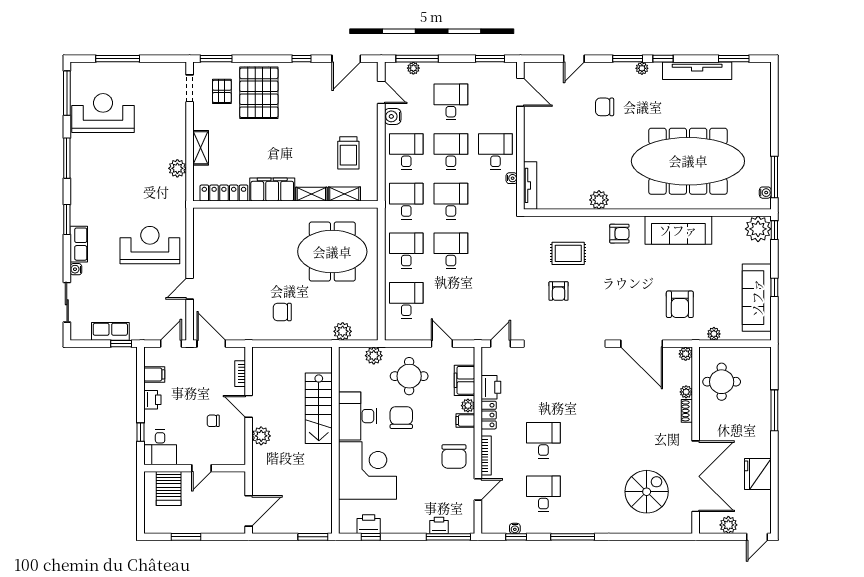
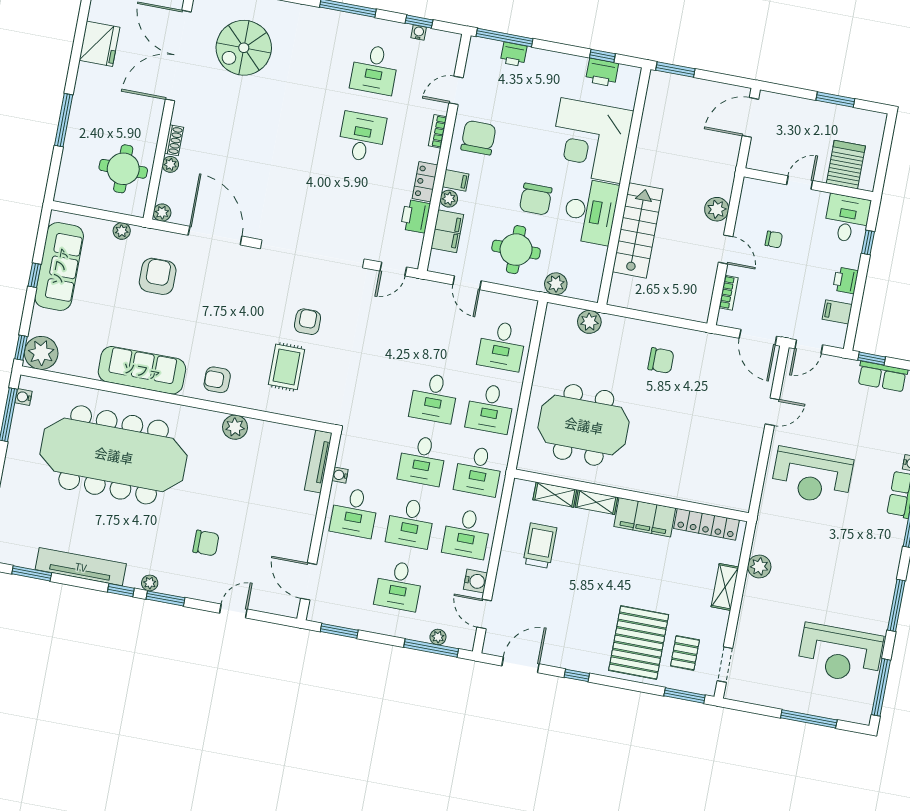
rug: (568, 253) -> (286, 367), turned 90
desk: (543, 440) -> (362, 137), turned 180
bookcase: (486, 455) -> (438, 131), width x0.64

